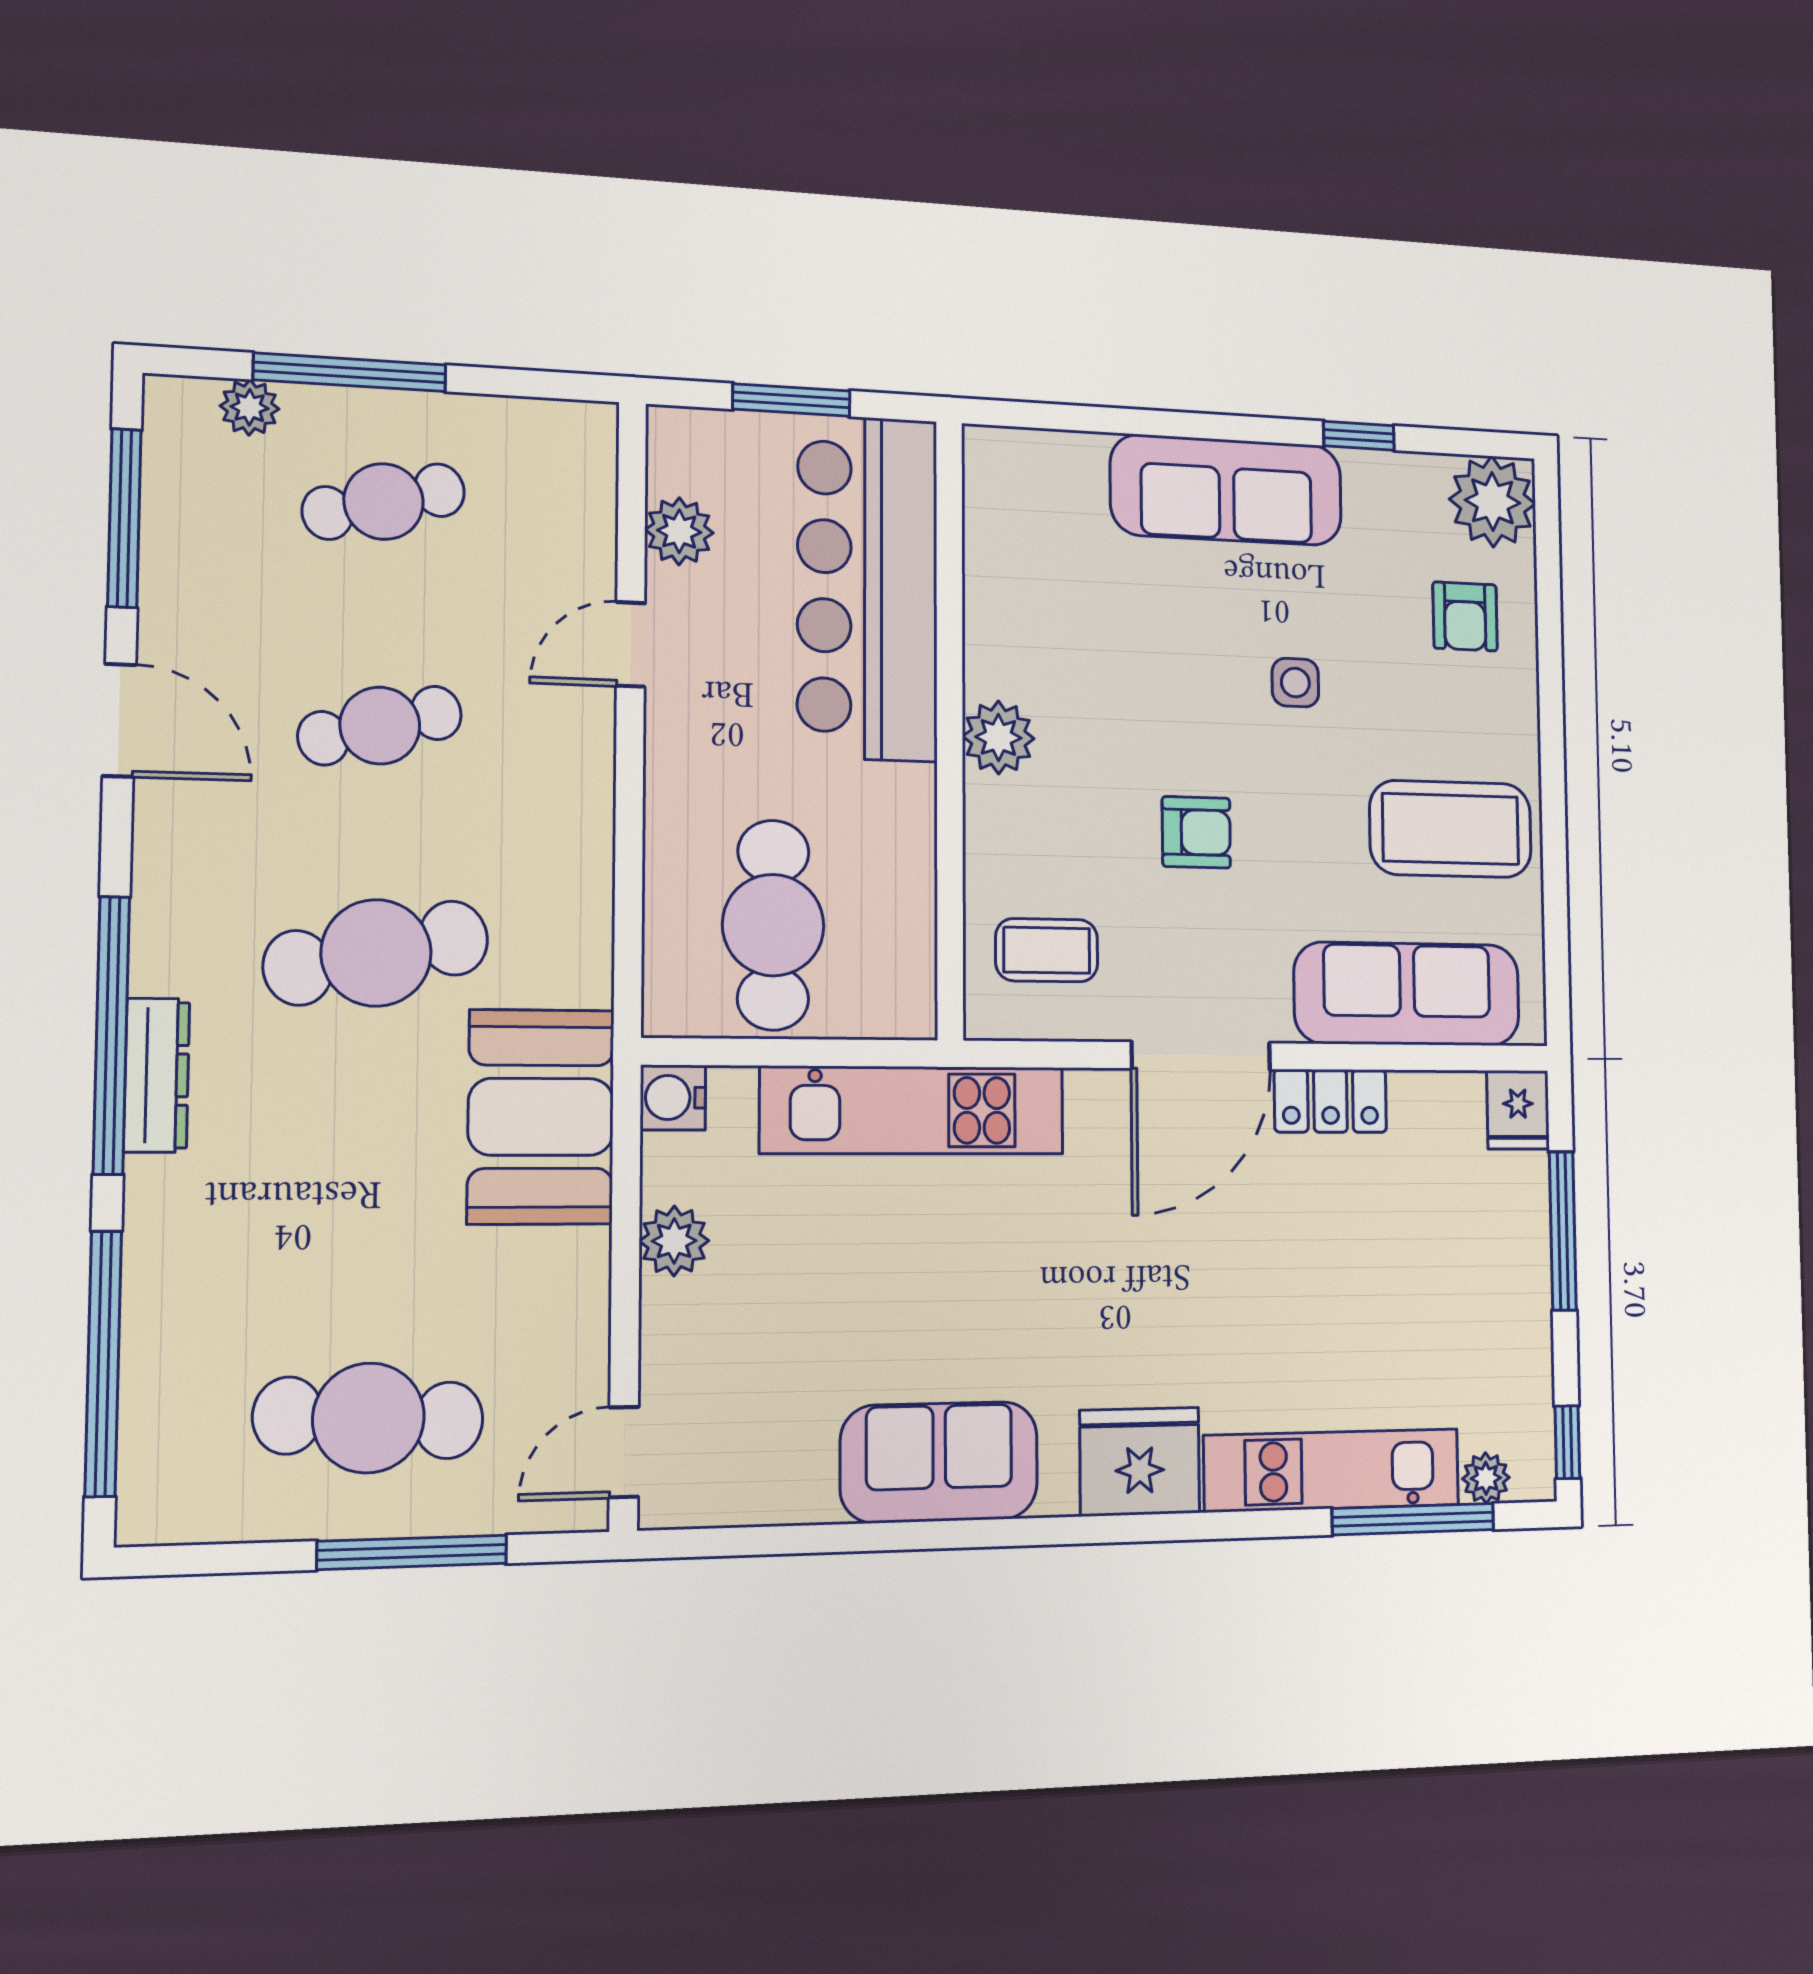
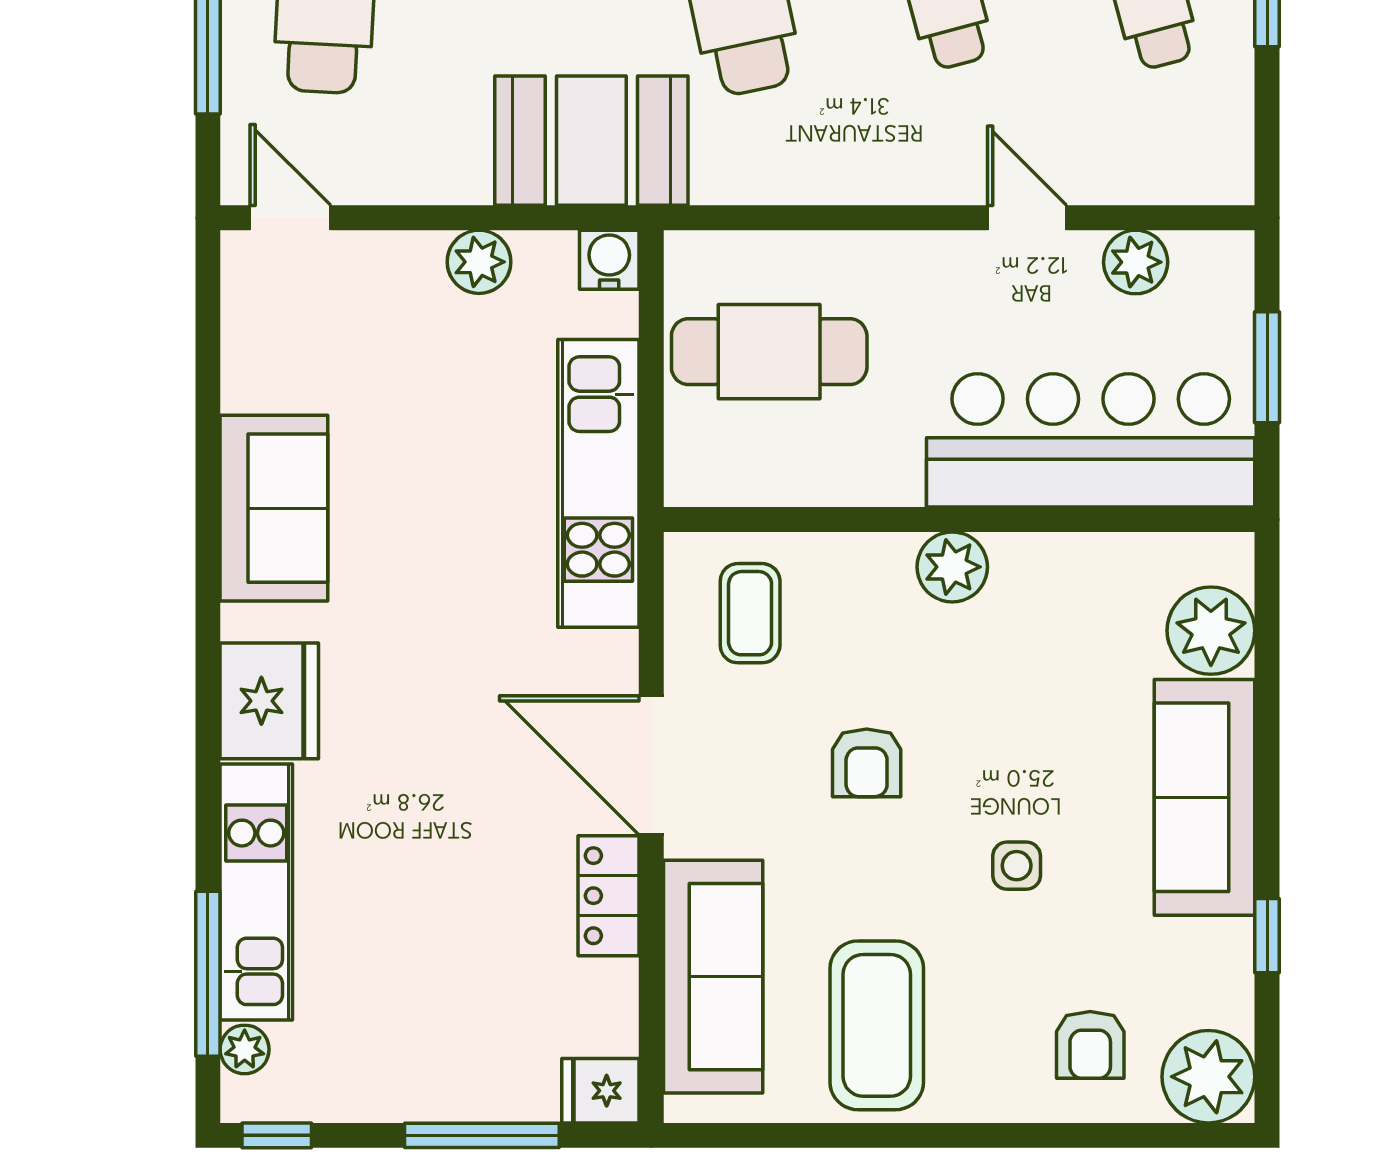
plant: (1062, 474) -> (1211, 631), added
armchair: (1465, 616) -> (1090, 1045), turned -90

